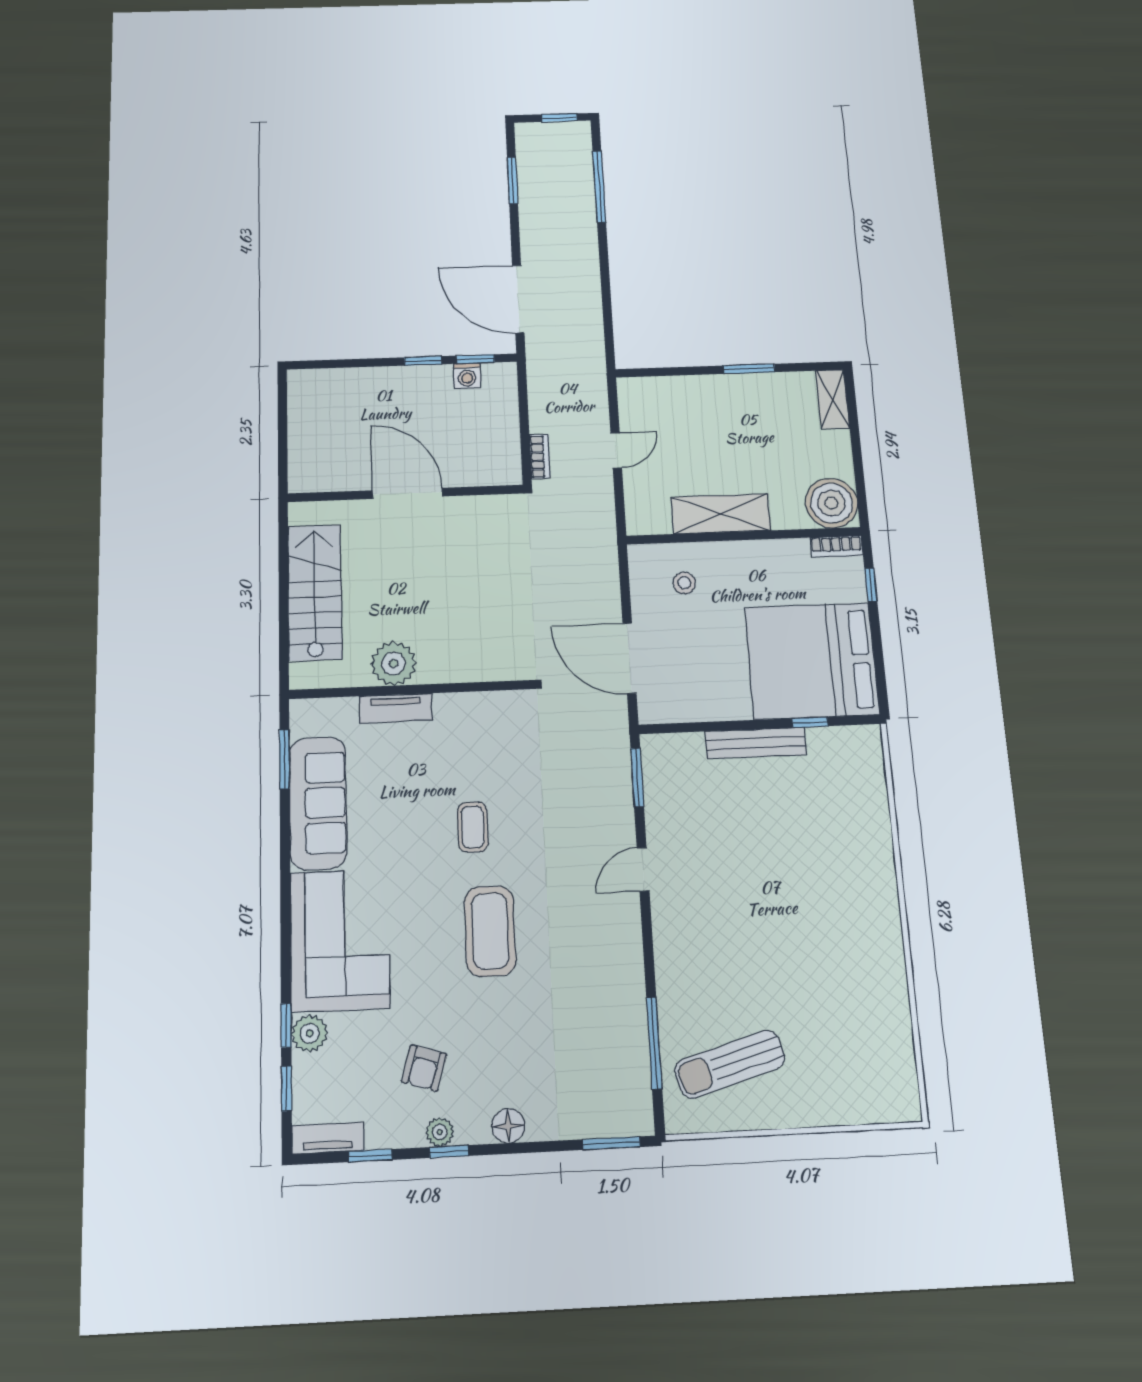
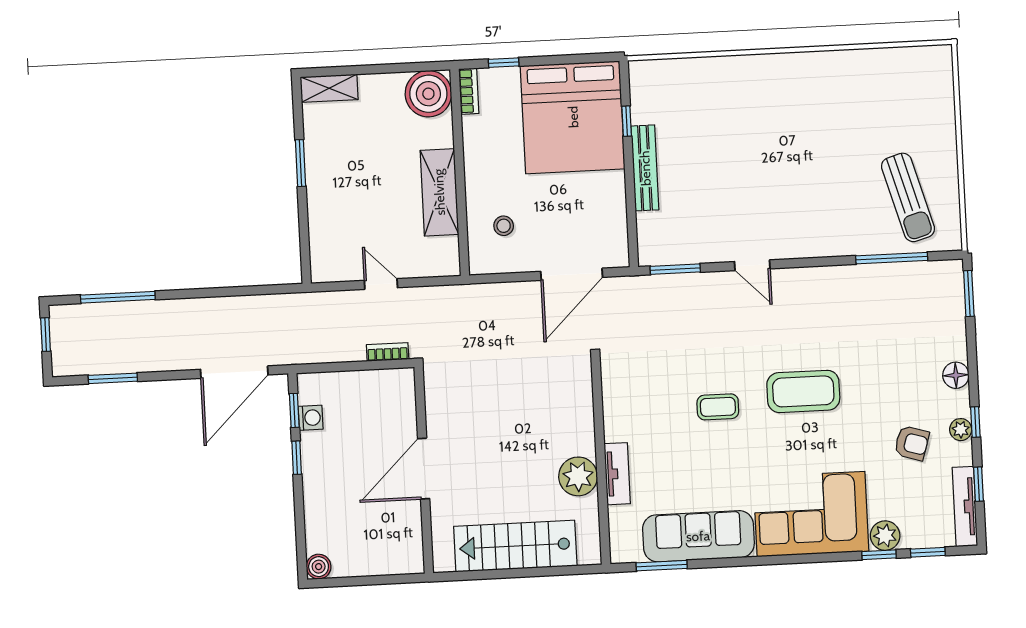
boiler: (301, 382) -> (319, 567), added
tv unit: (328, 1138) -> (965, 507), width x1.41

